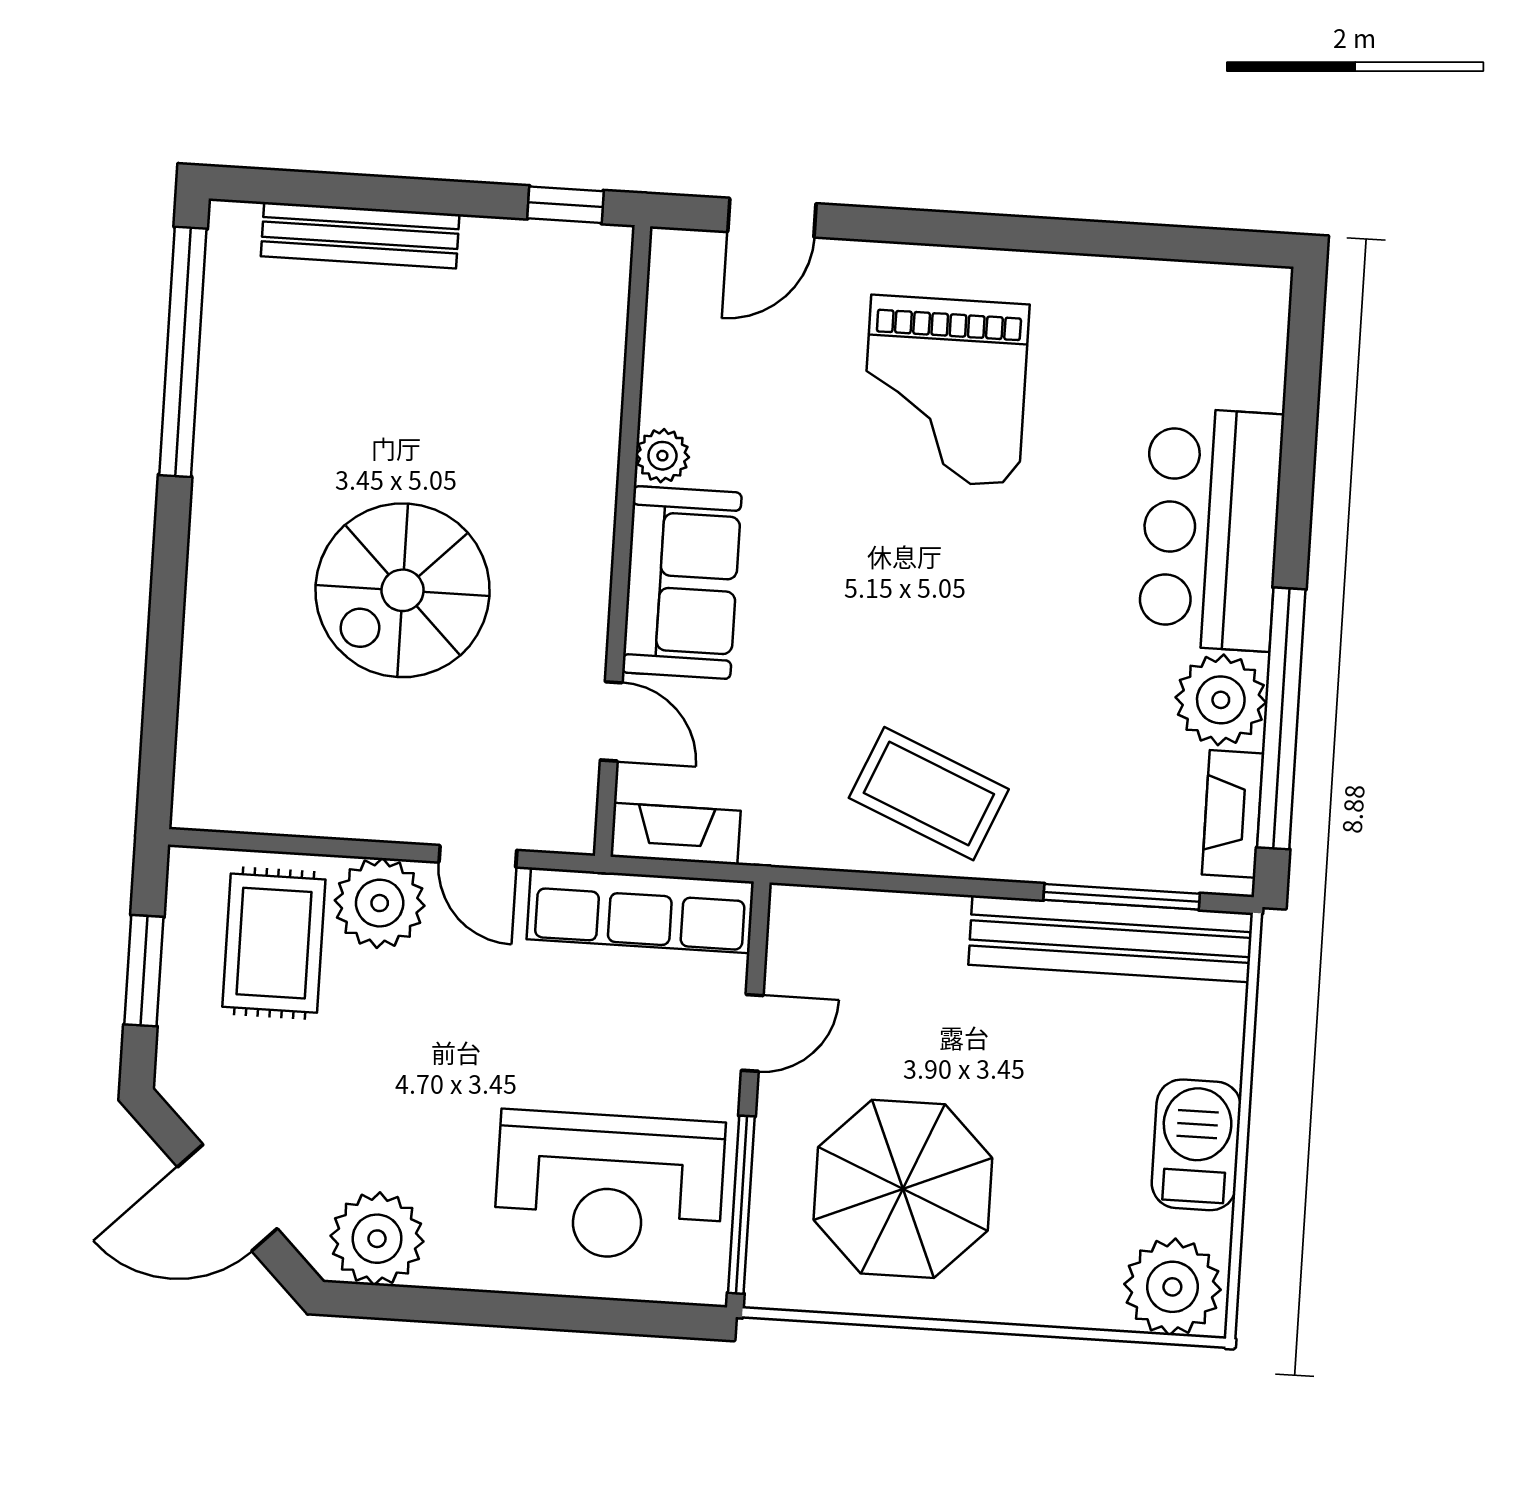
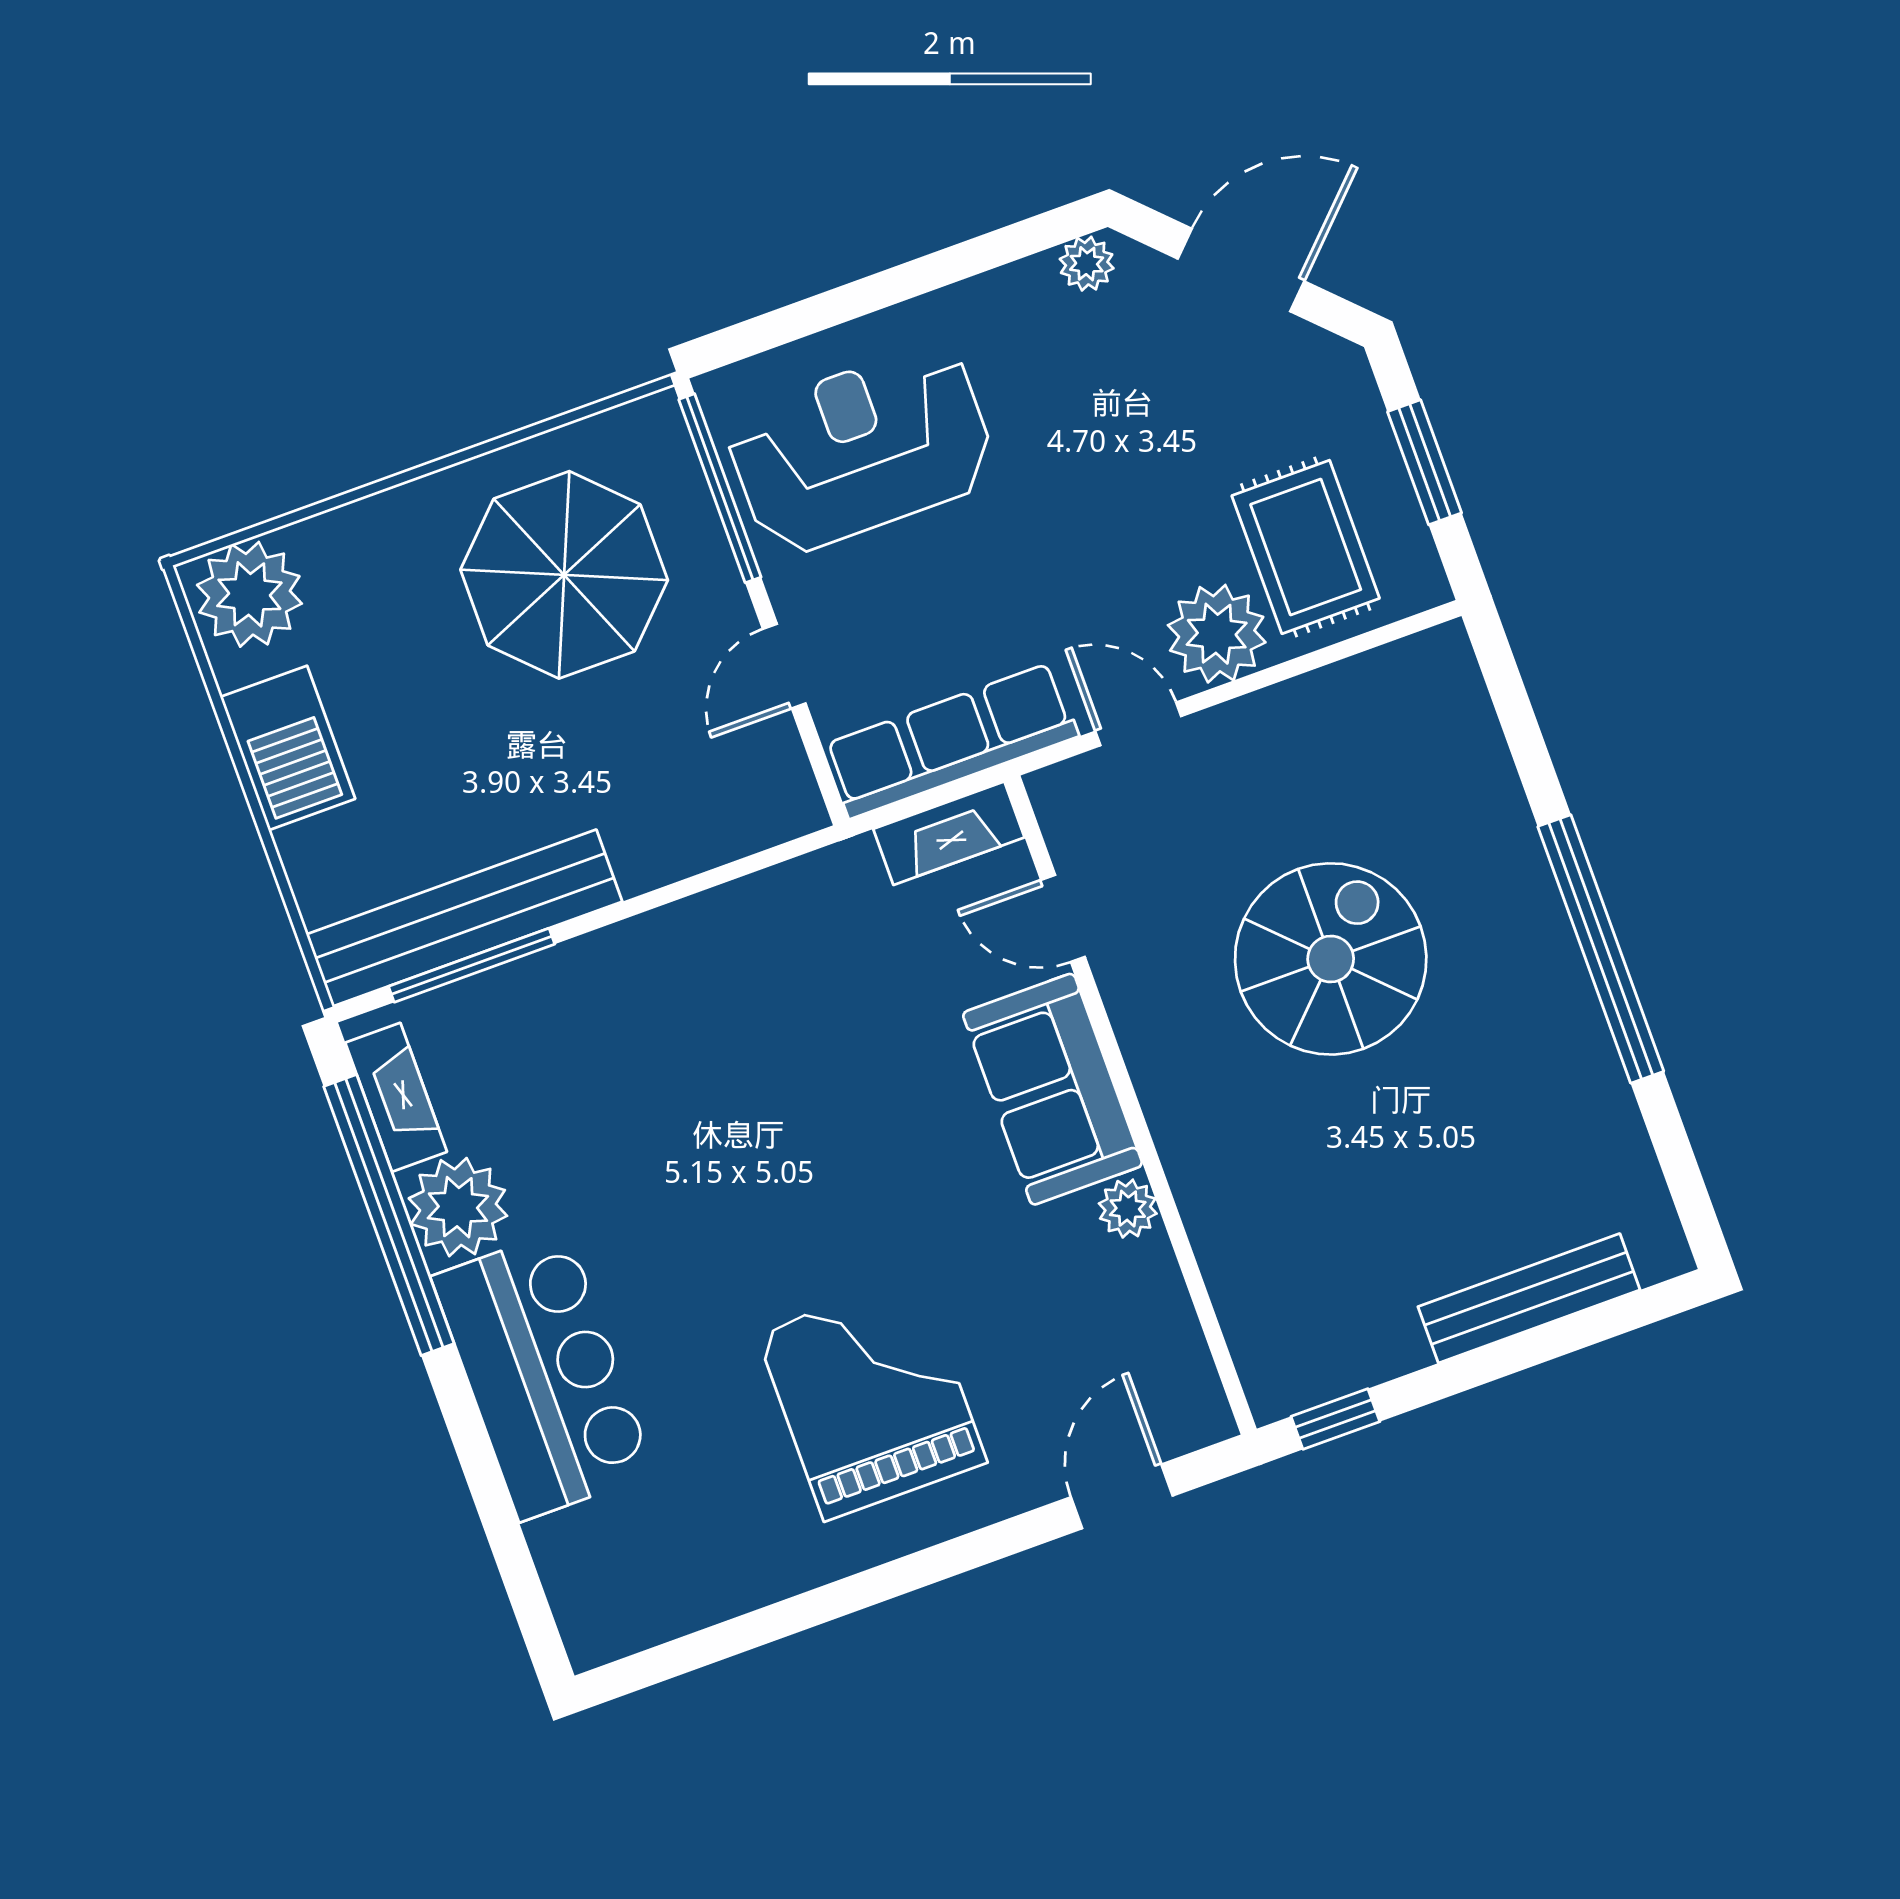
window: (183, 352) -> (1601, 949), moved
coffee table: (929, 794) -> (711, 985), removed
plant: (377, 1239) -> (1087, 264), width x0.53, depth x0.53

